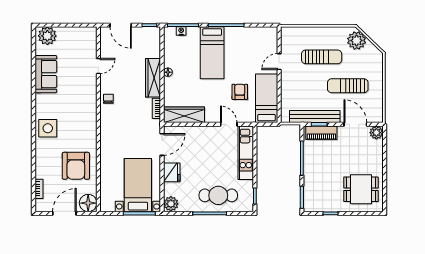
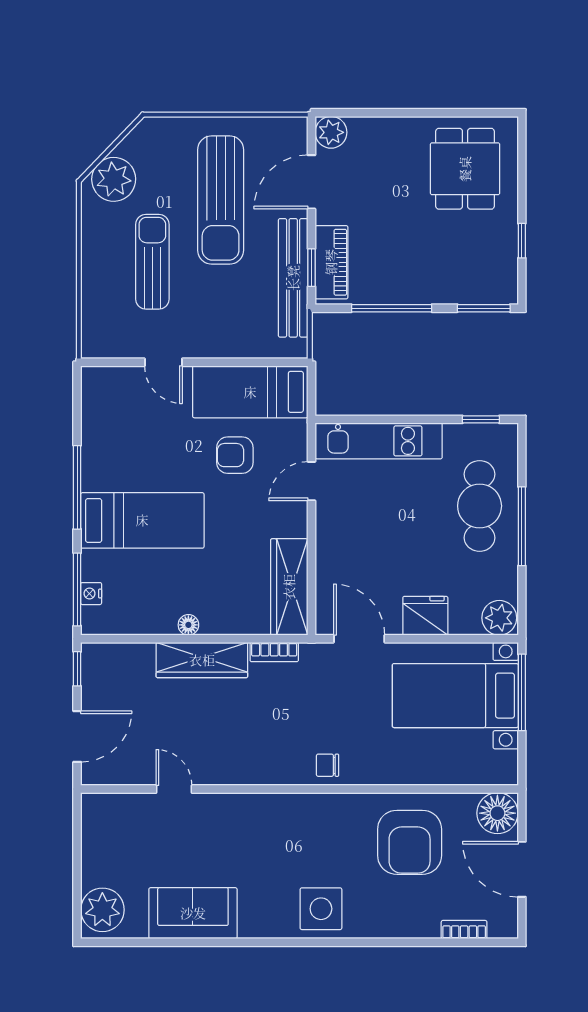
sun lounger: (348, 86) -> (221, 200), width x1.36, depth x1.34
chair: (108, 99) -> (328, 765), moved
armchair: (76, 166) -> (410, 842), turned 90

